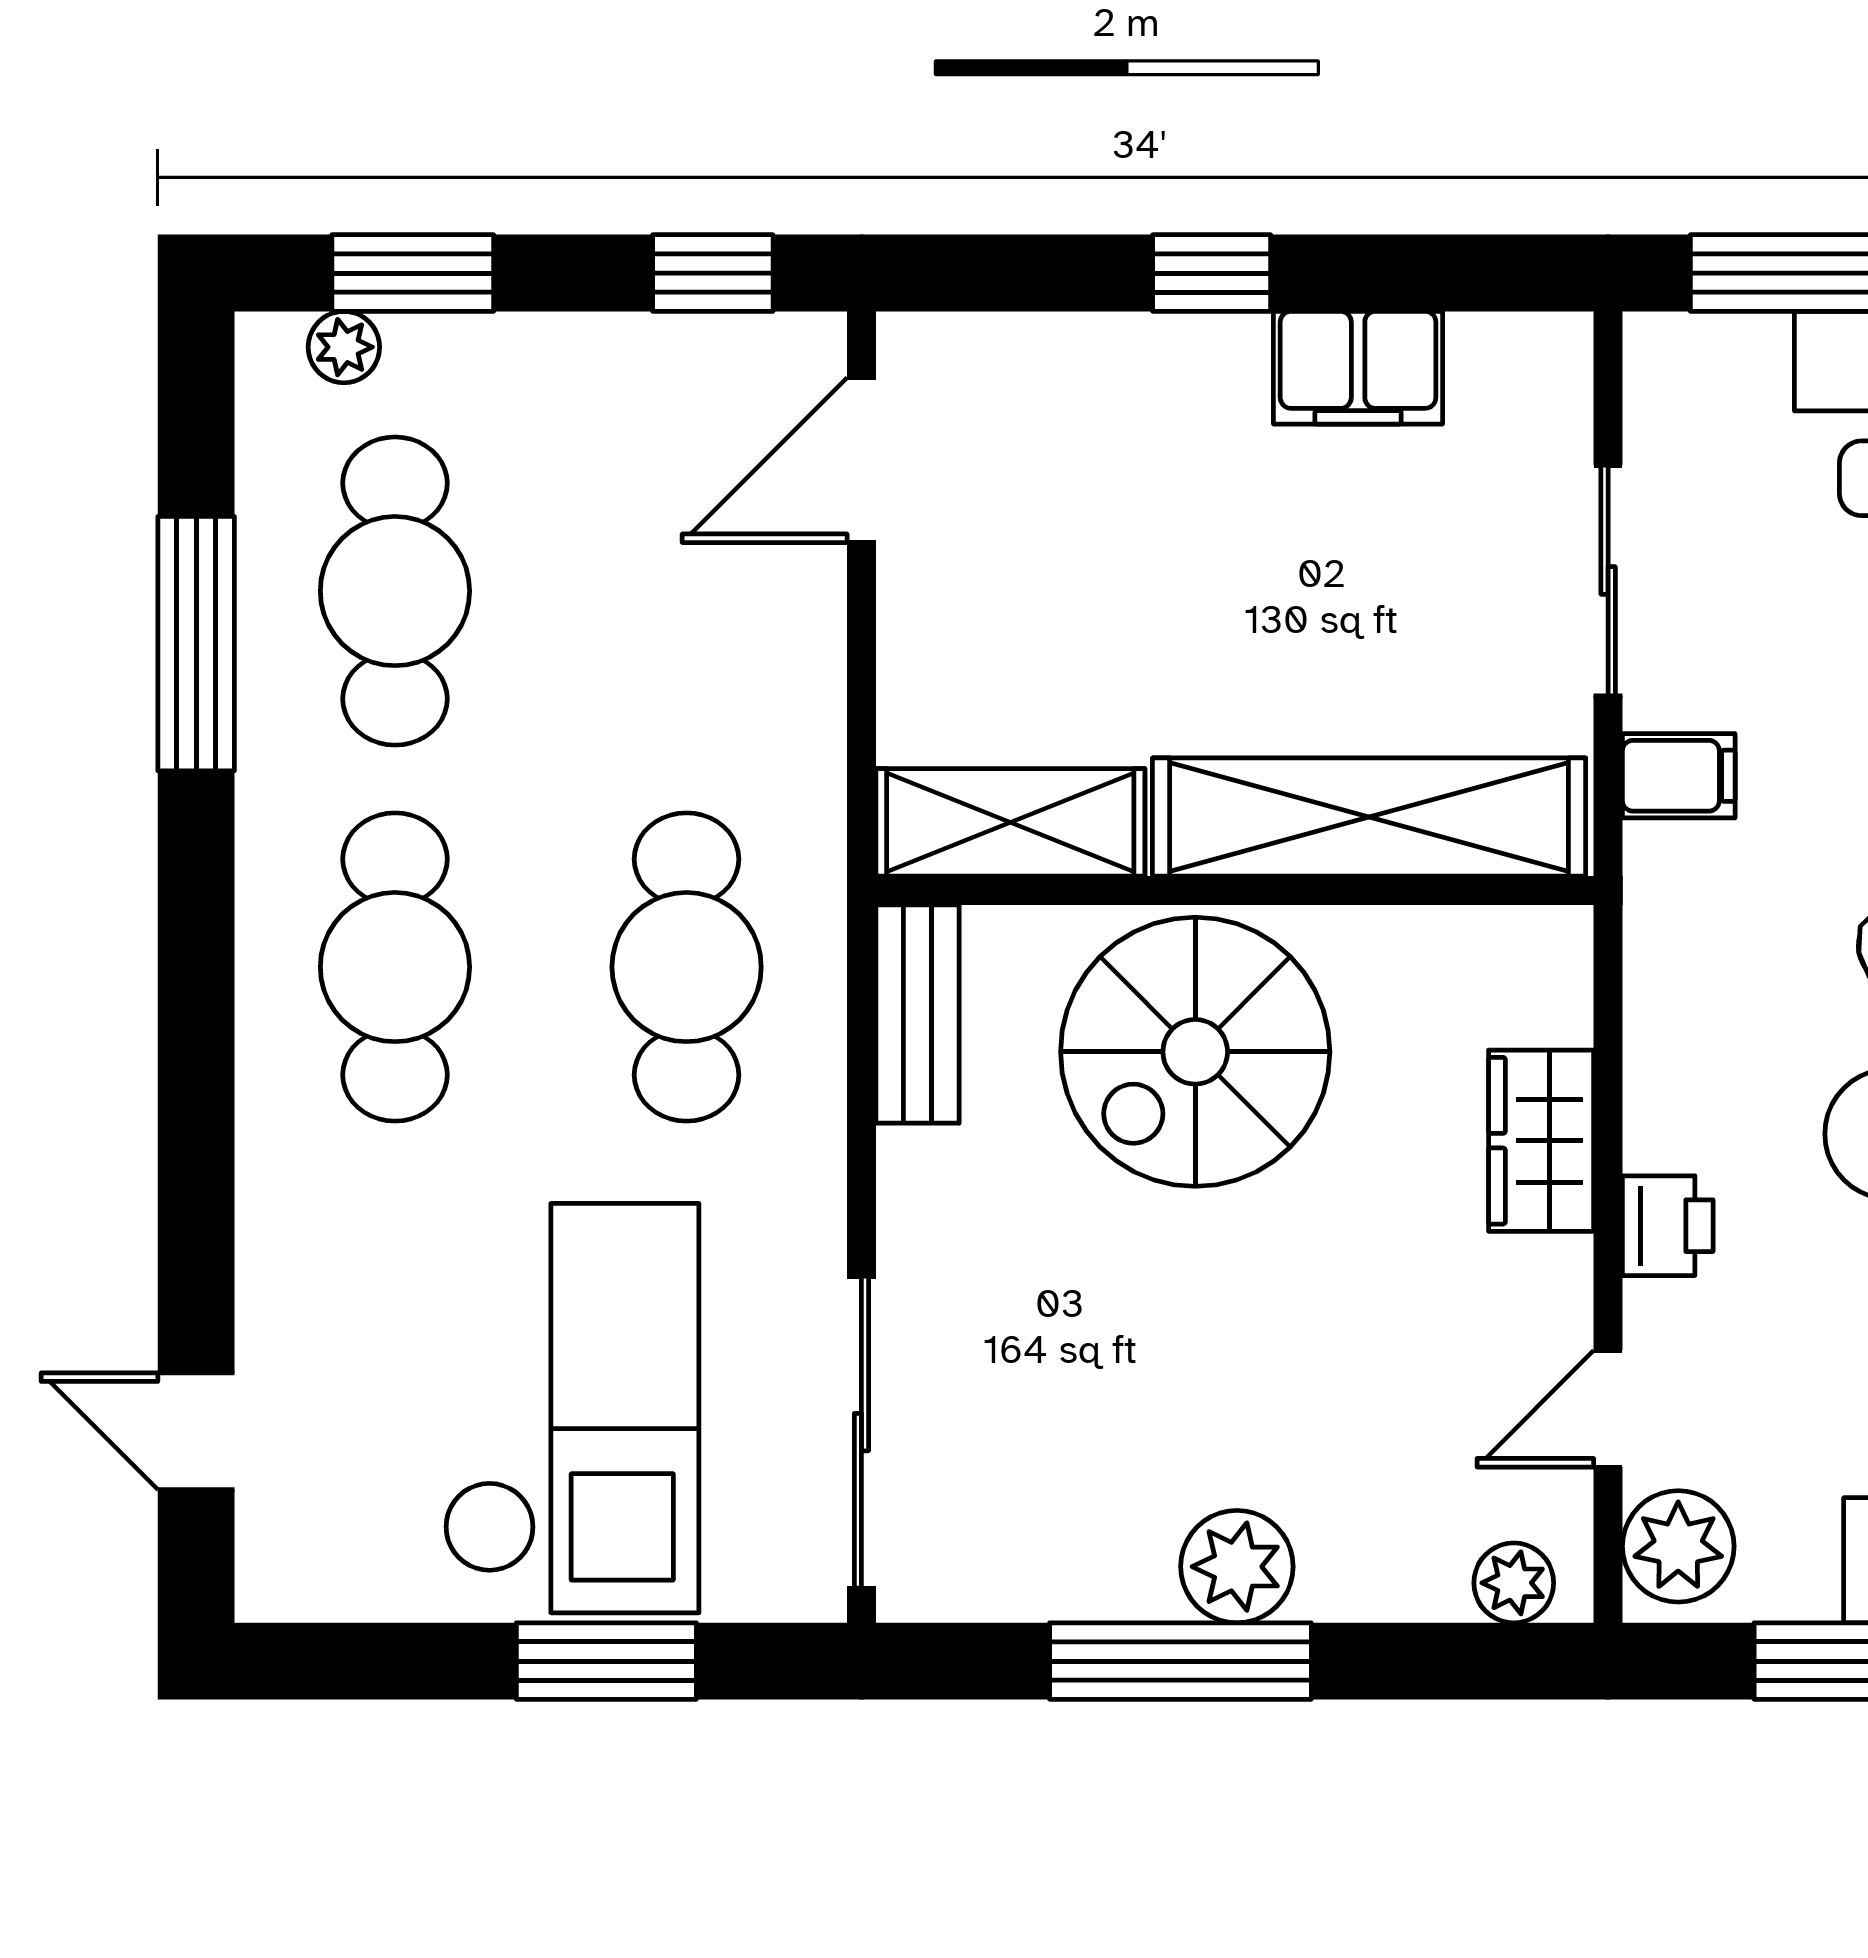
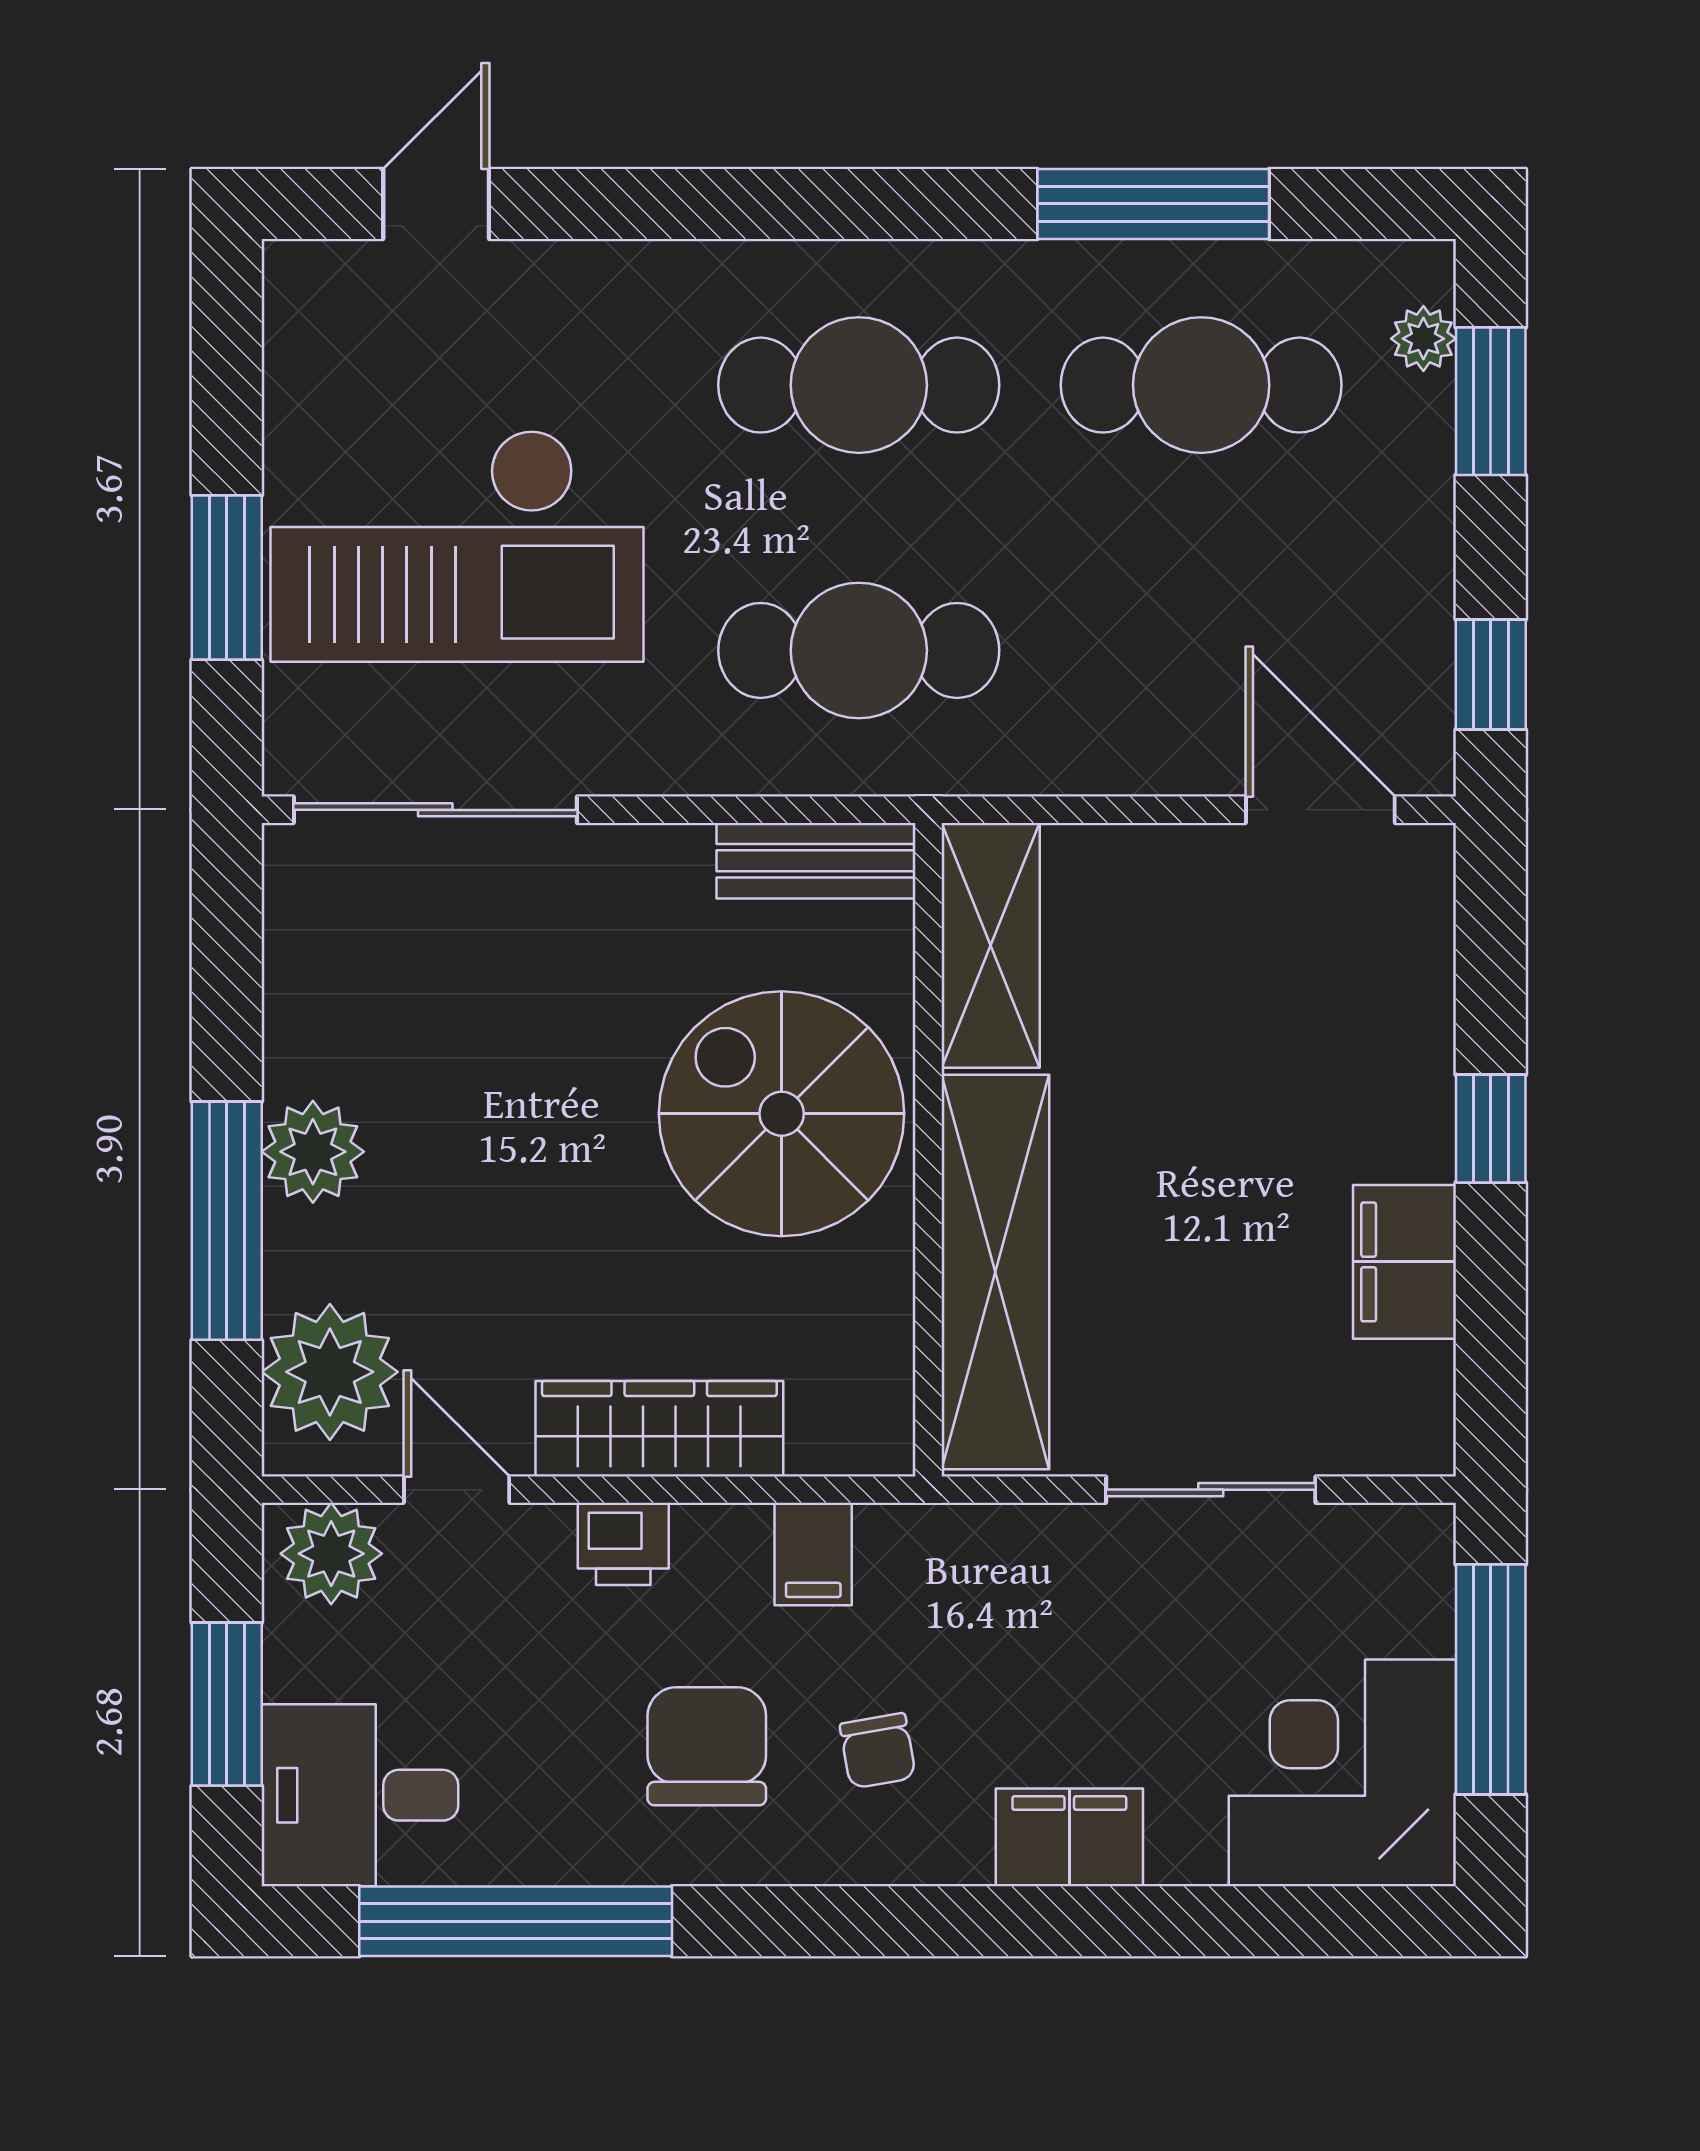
filing cabinet: (1679, 776) -> (813, 1554), moved
wardrobe: (1541, 1141) -> (659, 1429), width x1.50
plant: (1514, 1583) -> (330, 1372), width x1.88, depth x1.88
window: (1180, 1661) -> (227, 1221), moved

